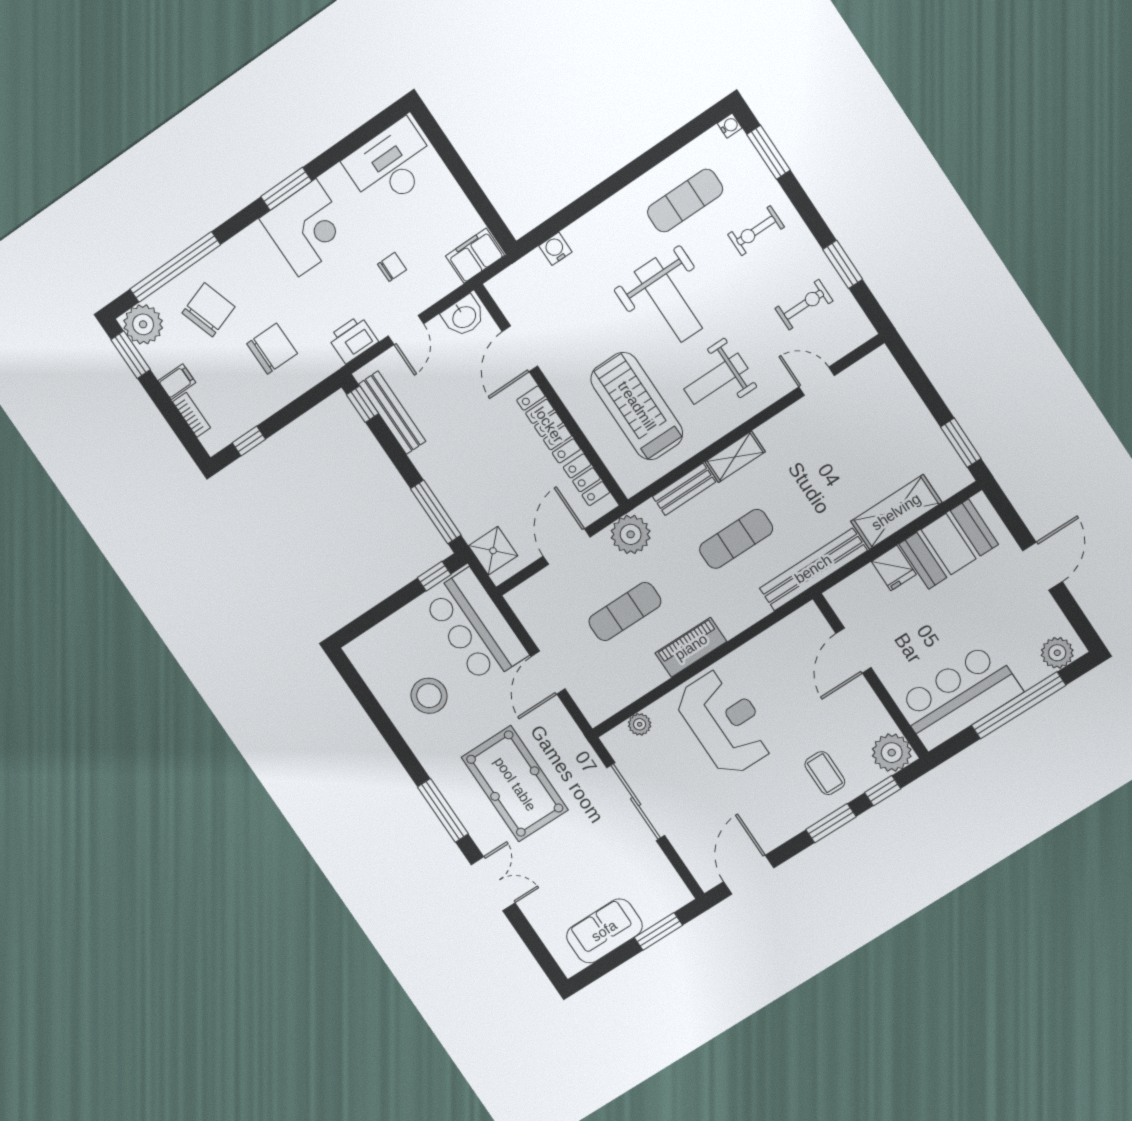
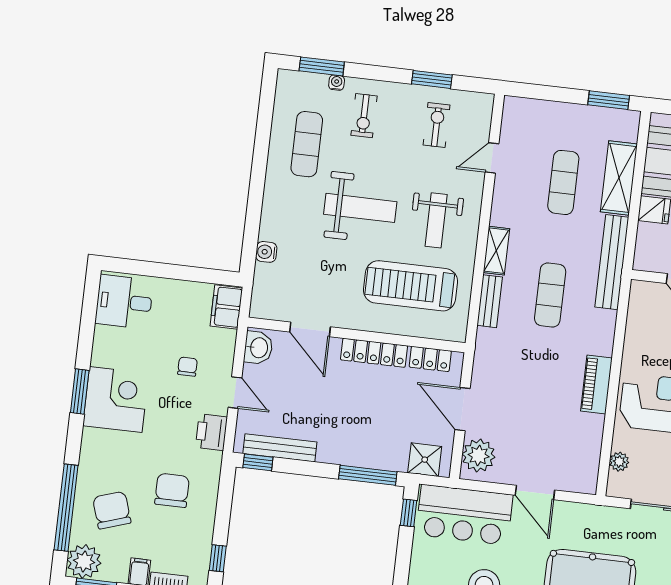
water cooler: (730, 126) -> (337, 83), moved
desk: (391, 165) -> (124, 302), width x0.73
plant: (631, 534) -> (479, 456), moved
exercise mat: (625, 612) -> (563, 182), moved

